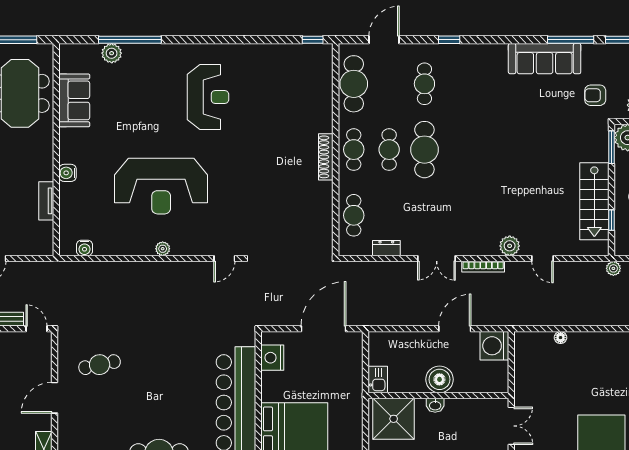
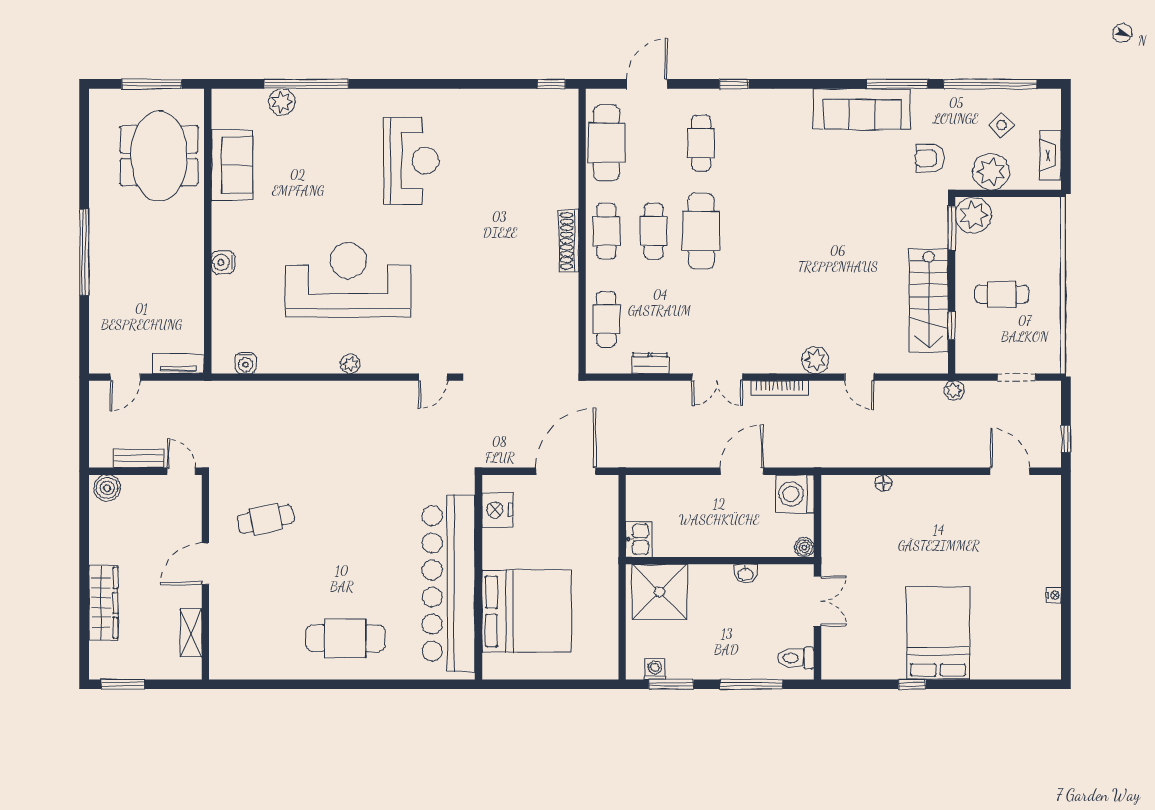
reception desk: (161, 186) -> (348, 280), turned 180
tv unit: (46, 201) -> (178, 364), moved, turned 90
boiler: (439, 379) -> (804, 547), moved, width x0.54, depth x0.54
washbasin: (435, 405) -> (745, 574), moved

